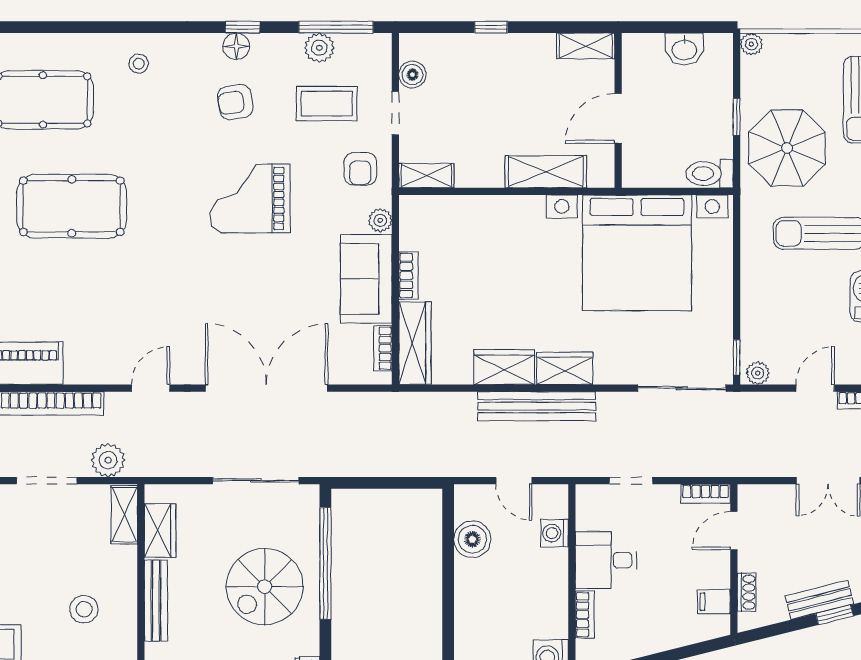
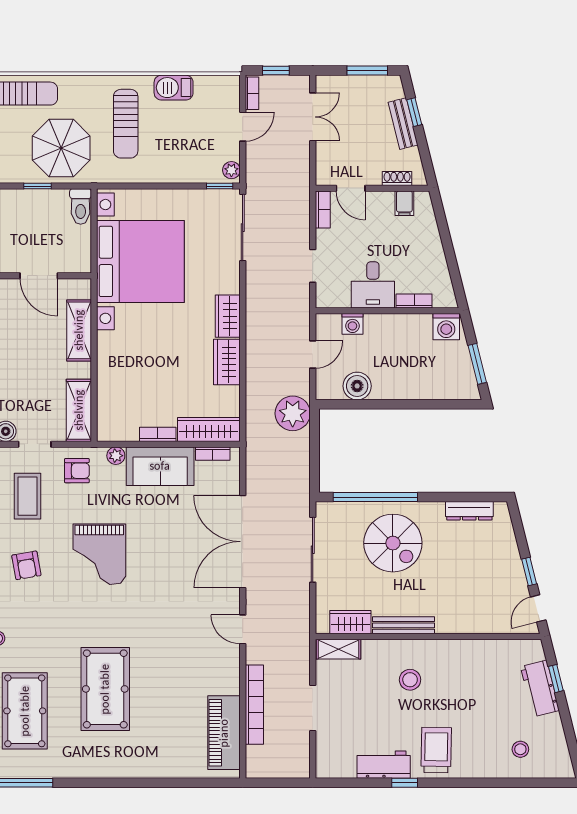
shelving: (426, 176) -> (79, 410), width x1.50, depth x1.33
door: (815, 388) -> (243, 127), swing flipped
bench: (537, 406) -> (256, 337), removed
plant: (108, 460) -> (293, 413), moved, width x1.36, depth x1.36

